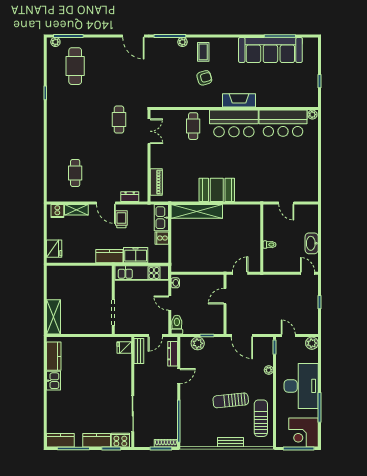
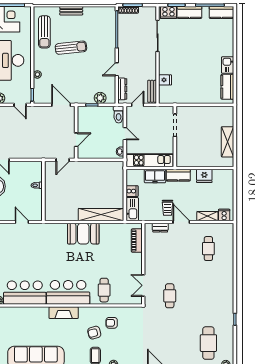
armchair: (185, 89) -> (112, 323), added
fridge: (54, 249) -> (204, 176), moved, turned -90
shelving: (53, 317) -> (228, 142), moved
fridge: (124, 348) -> (165, 80), moved

